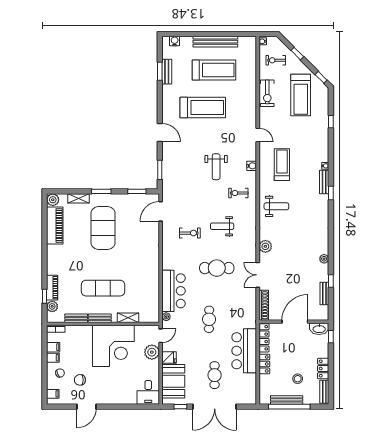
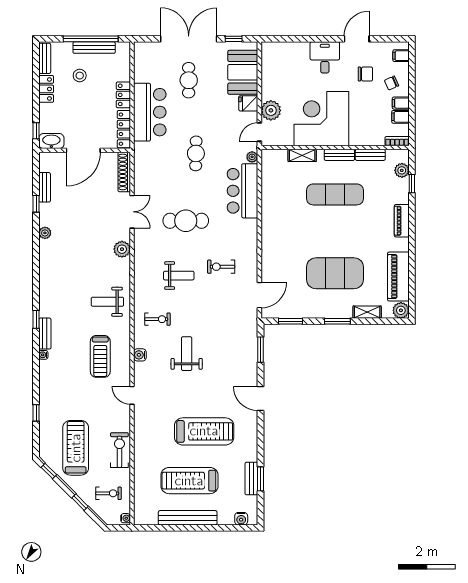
treadmill: (203, 107) -> (204, 431), turned 180
exercise mat: (103, 228) -> (335, 273), turned 90
piano: (52, 288) -> (402, 221), moved
desk: (148, 392) -> (325, 57), moved

